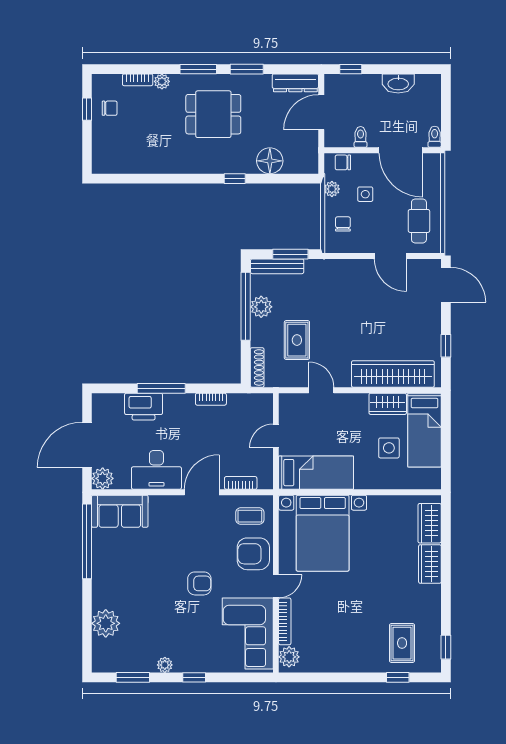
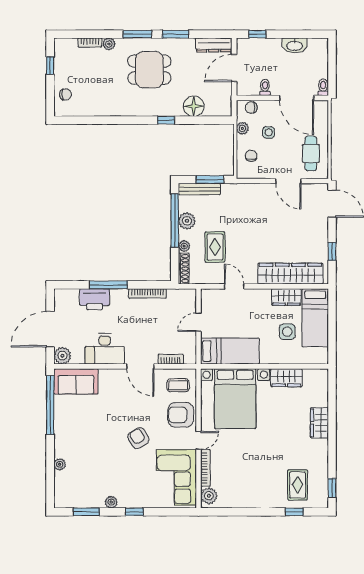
chair: (110, 108) -> (65, 94), moved
plant: (258, 339) -> (184, 246), added
bookcase: (211, 399) -> (147, 293), width x1.56
door: (202, 492) -> (140, 366), swing flipped
wardrobe: (430, 523) -> (286, 378), moved, turned -90
armchair: (199, 583) -> (138, 438), turned -121
plant: (106, 623) -> (60, 464), width x0.53, depth x0.53

